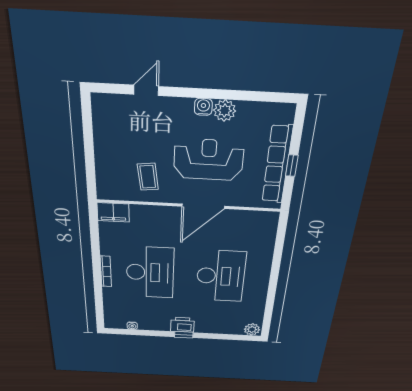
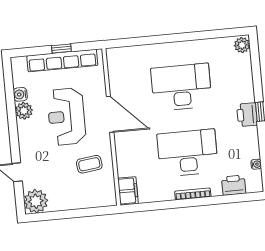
water cooler: (203, 107) -> (20, 94), moved
plant: (107, 109) -> (36, 201), added
printer: (113, 306) -> (234, 185), added

